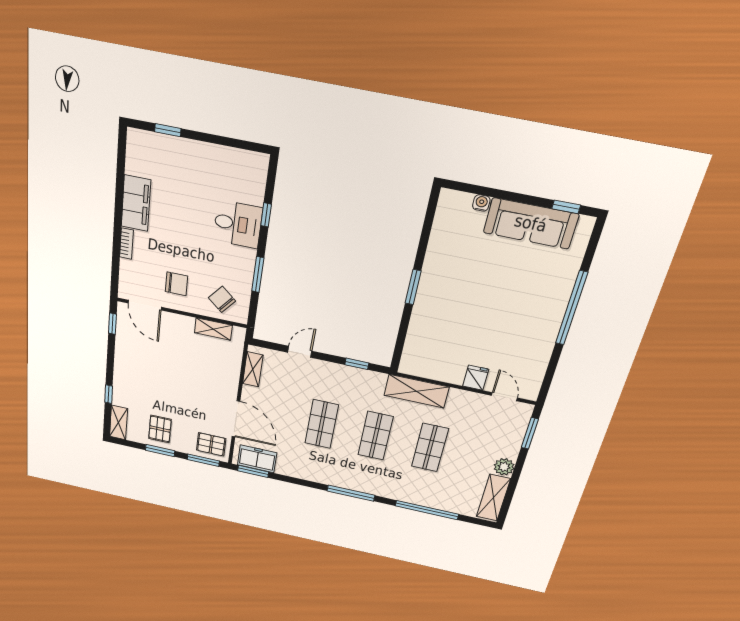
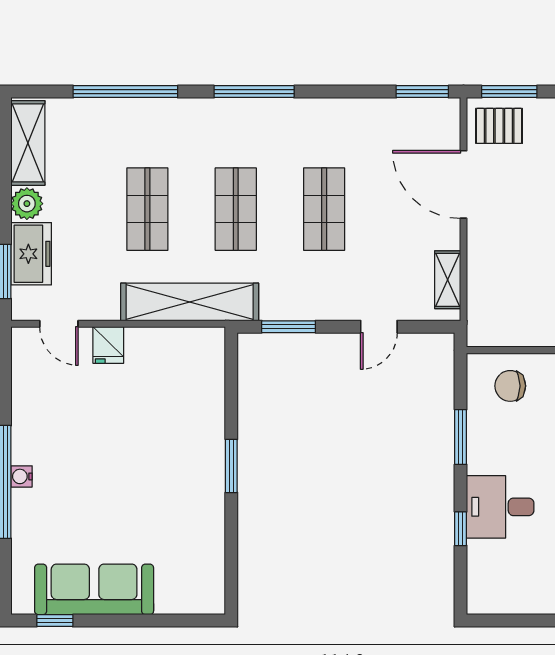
water cooler: (481, 203) -> (22, 476), moved, turned 90
chair: (222, 299) -> (510, 386), turned 140
shelving: (213, 329) -> (518, 334), removed
window: (357, 364) -> (289, 327), width x1.50
shelving: (416, 391) -> (190, 302), width x1.47
freezer: (257, 459) -> (31, 254), moved, turned -90

